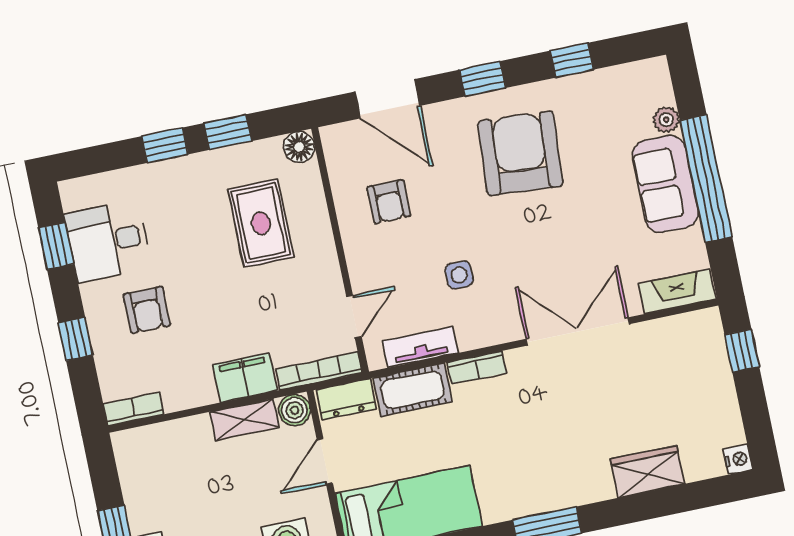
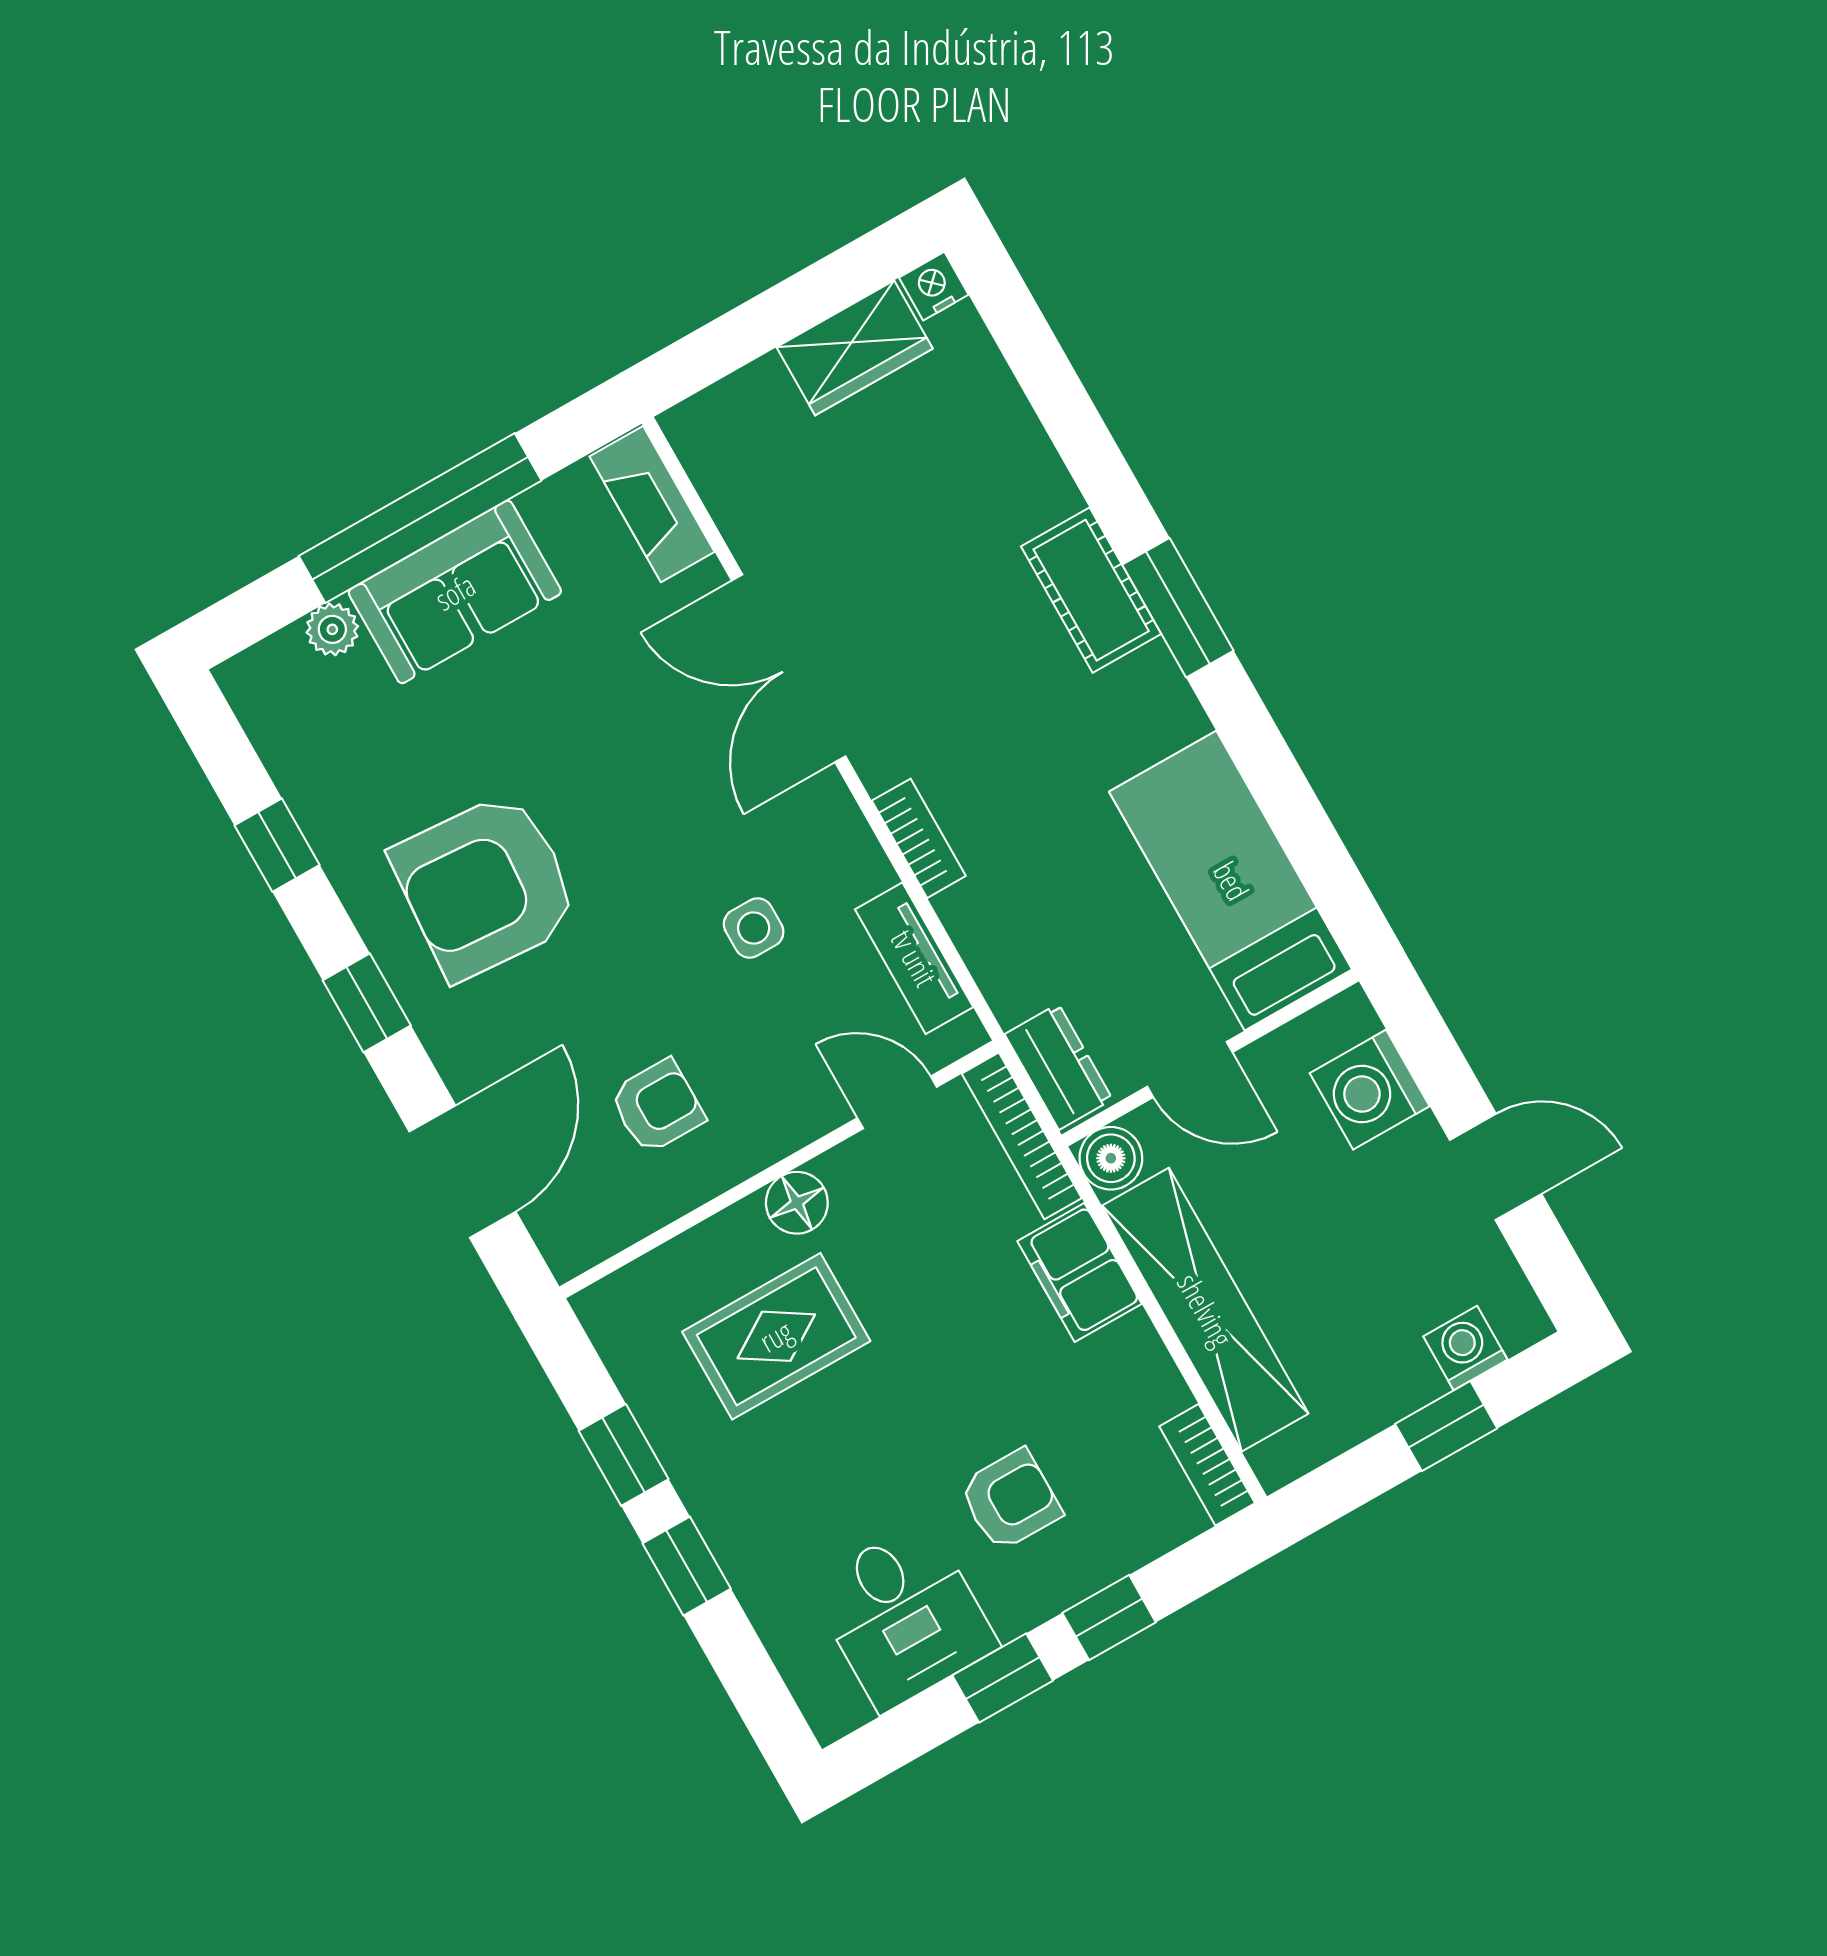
floor lamp: (299, 147) -> (797, 1203), moved
window: (56, 246) -> (1003, 1678), moved
window: (742, 351) -> (725, 345), removed
cot: (413, 390) -> (1091, 590), moved
shelving: (245, 419) -> (1205, 1310), width x2.20, depth x1.33
wardrobe: (647, 472) -> (855, 348), moved, turned -90

